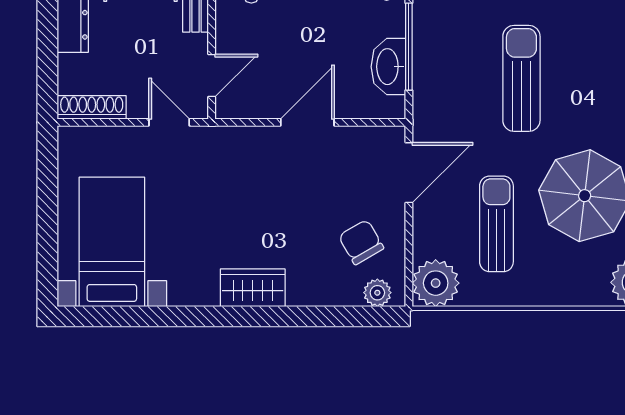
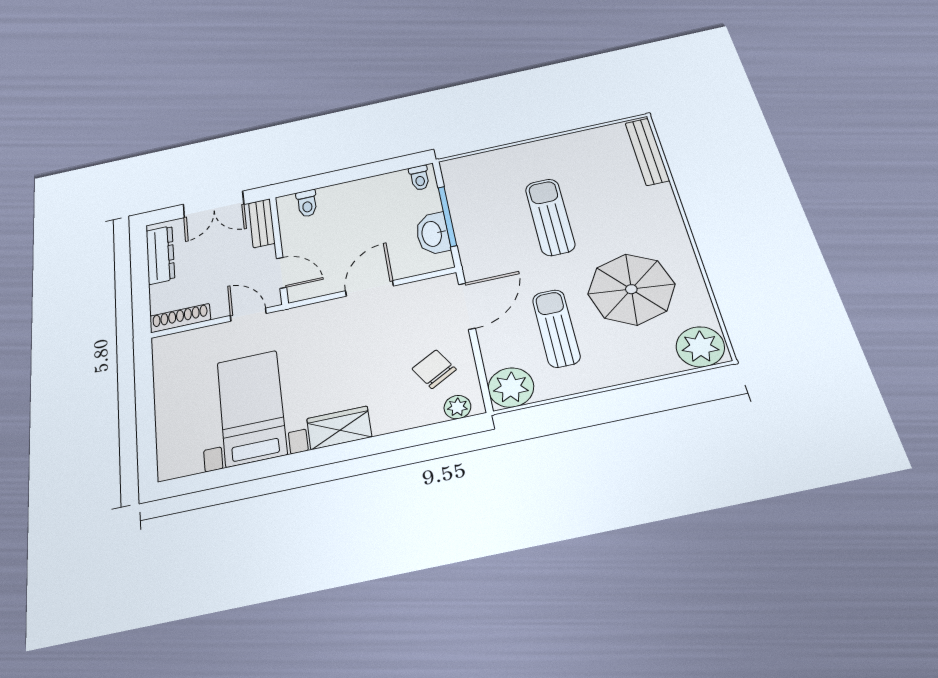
door: (212, 76) -> (281, 273), hinge flipped
bed with nightstands: (112, 242) -> (252, 408), moved

